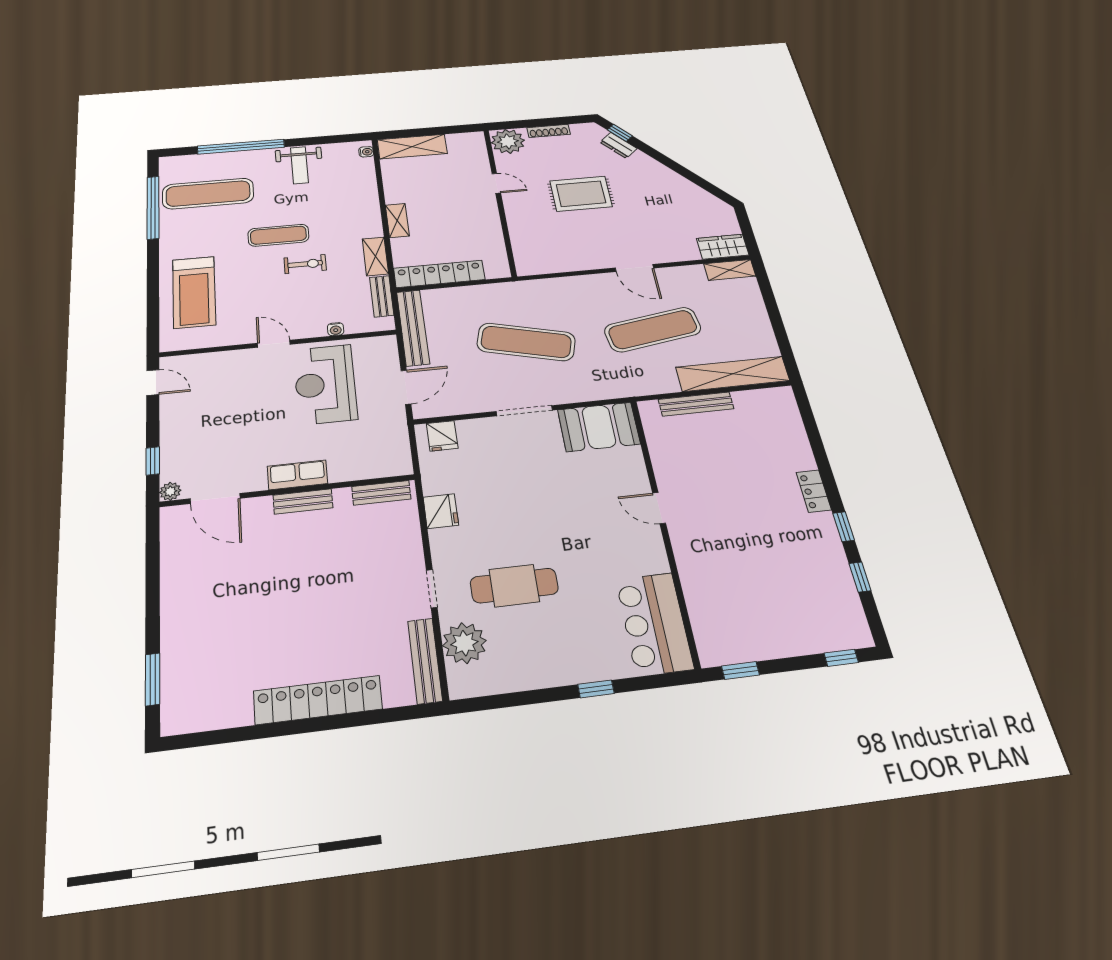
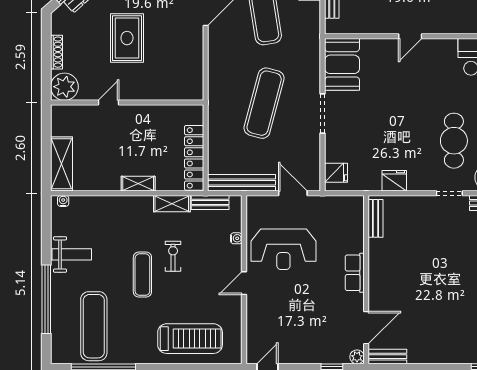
bench: (303, 501) -> (387, 357), moved, turned 90

